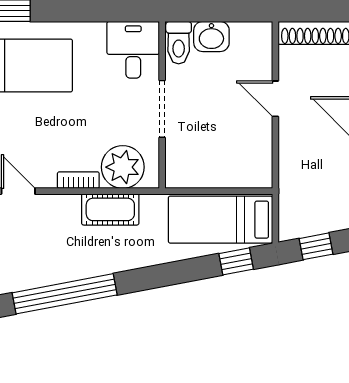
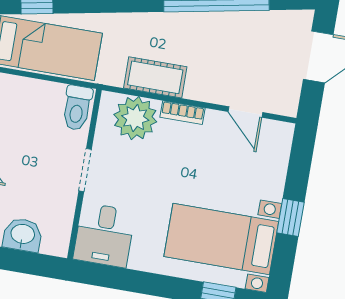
toilet: (179, 43) -> (77, 108), moved, turned 180
doorway: (162, 109) -> (85, 170), width x0.73

